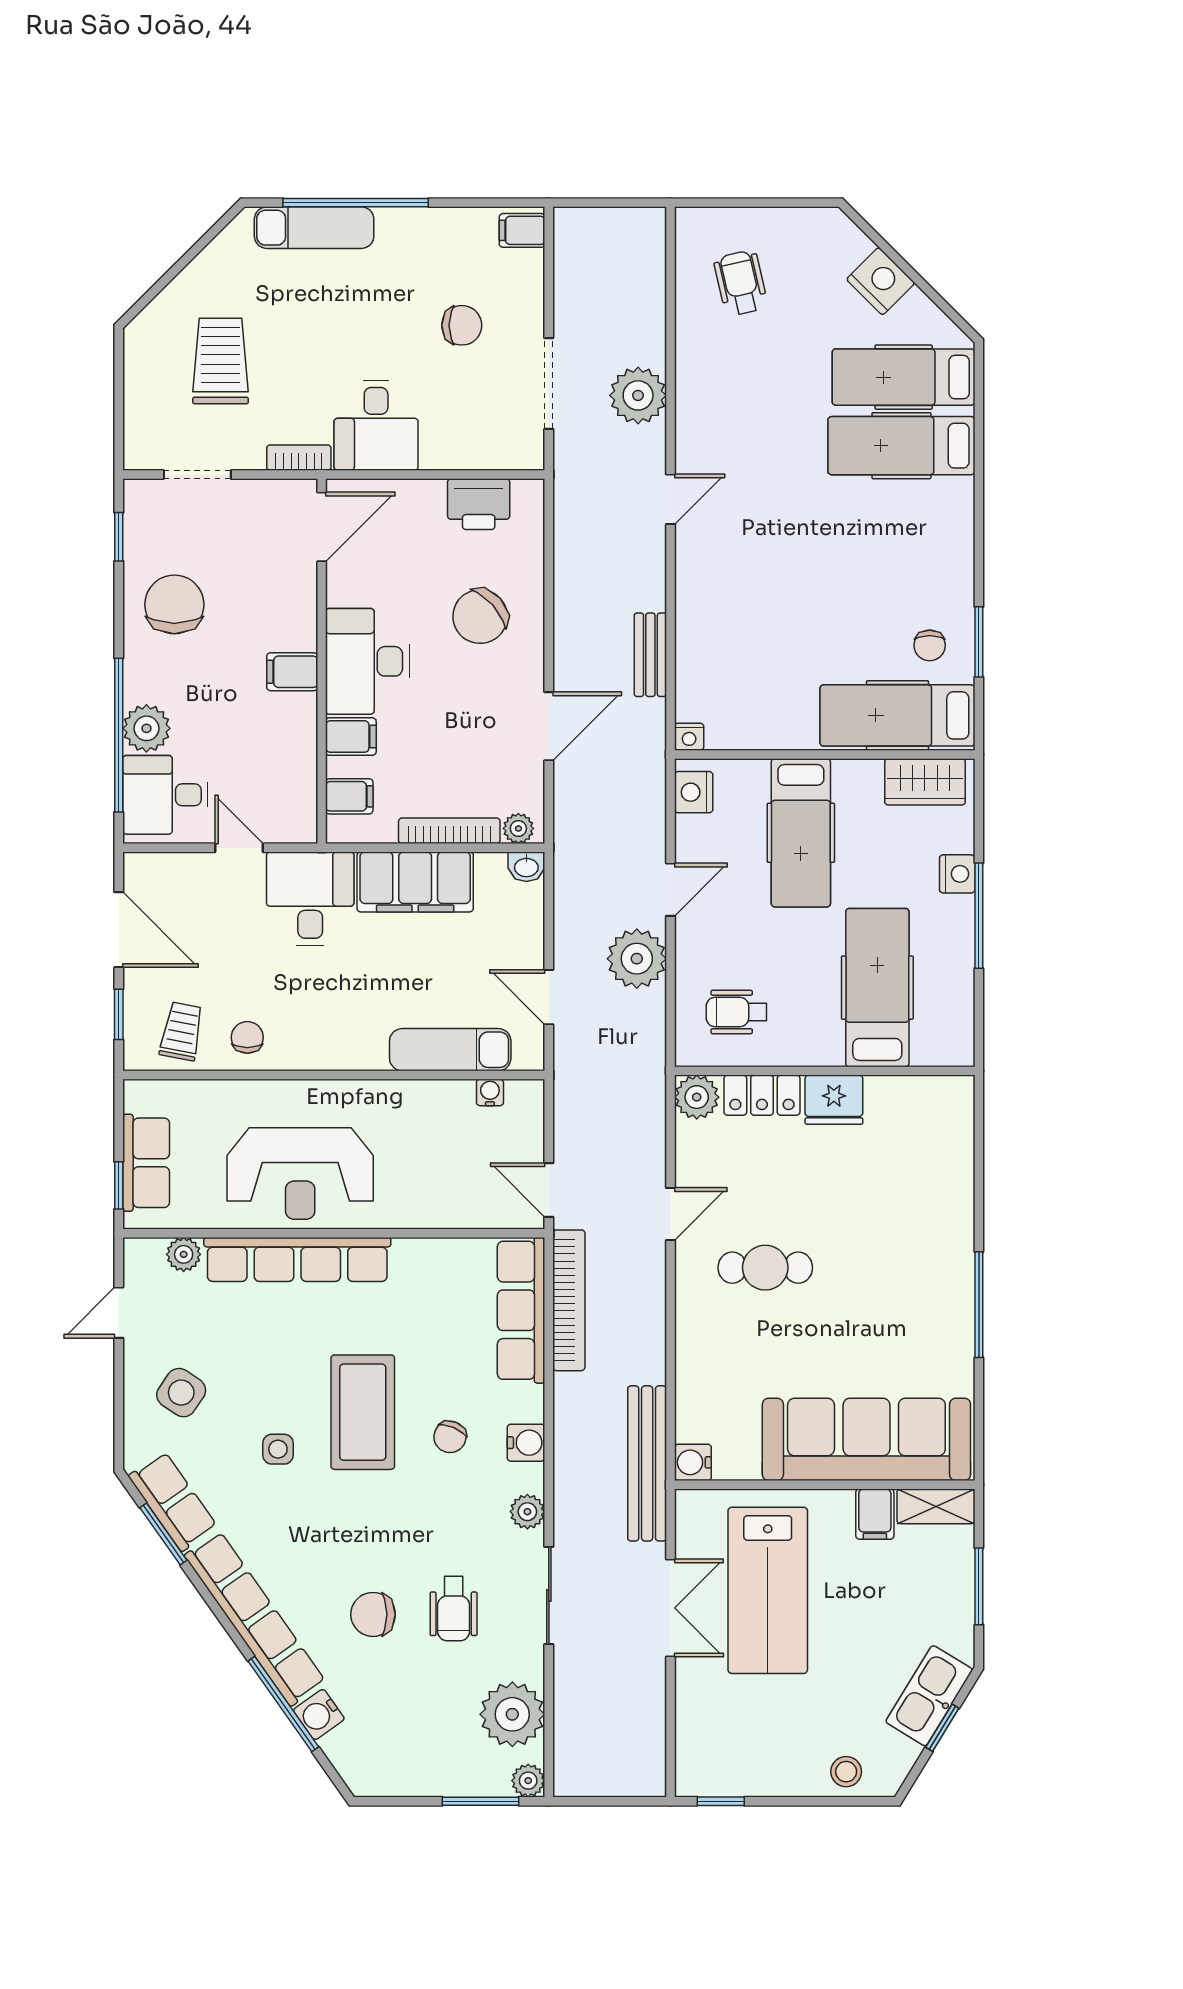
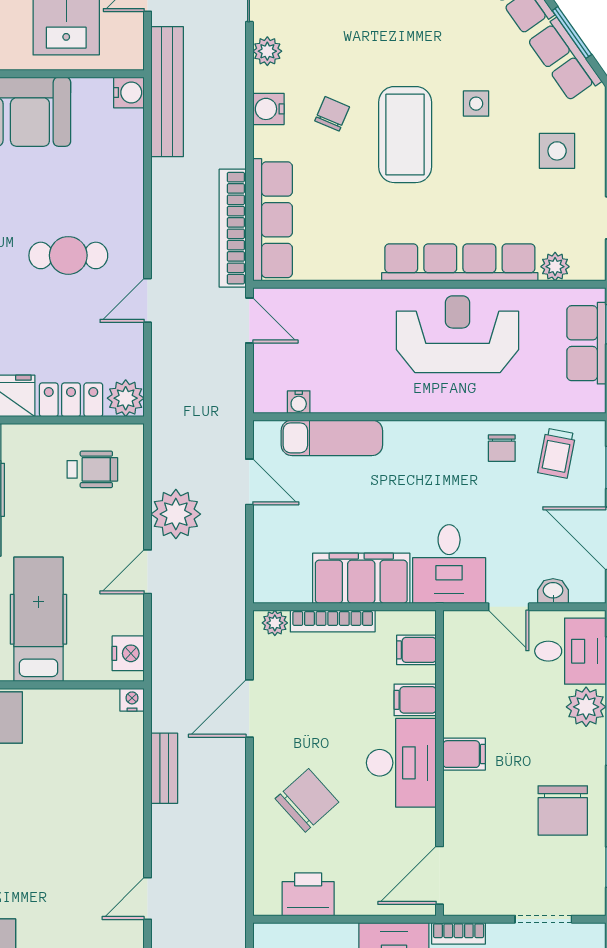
washbasin: (526, 867) -> (553, 591), moved
side table: (181, 1393) -> (557, 151), turned -34

